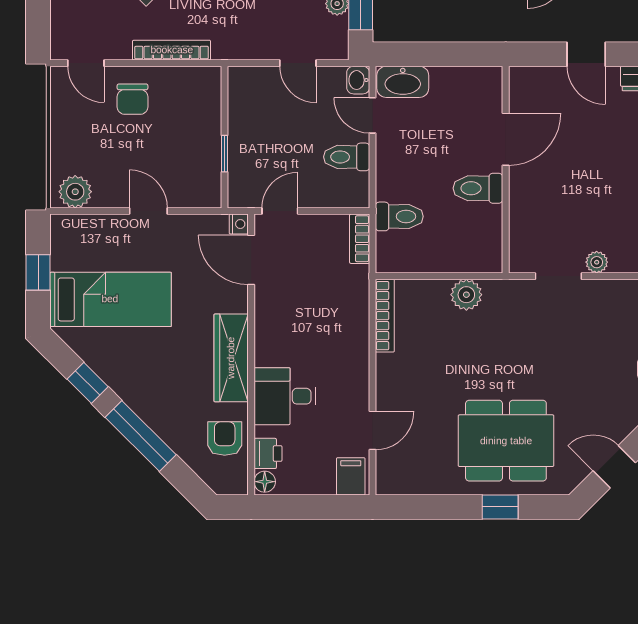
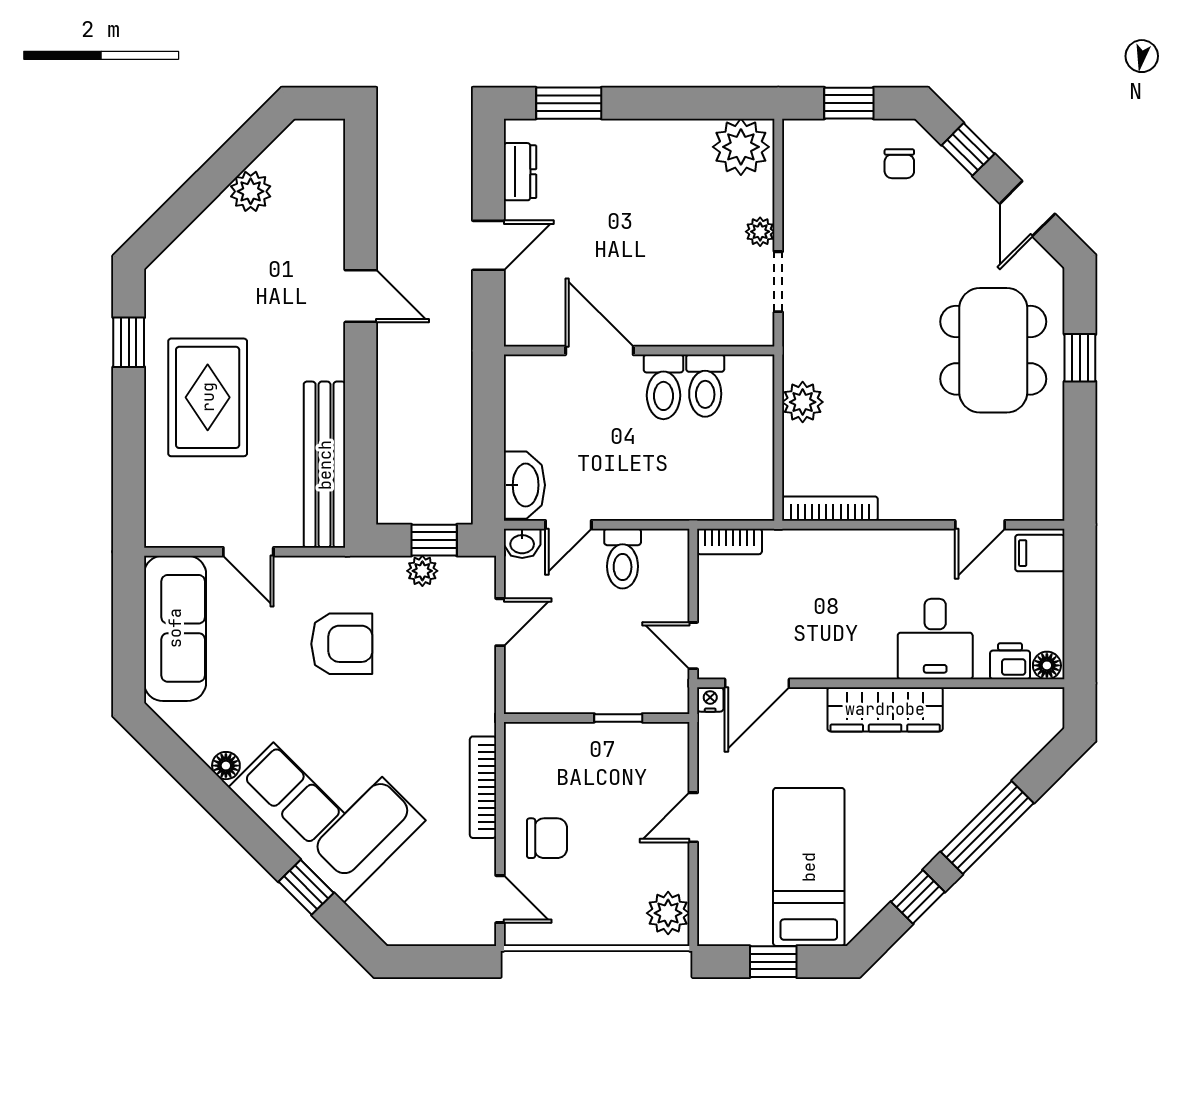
door: (86, 63) -> (500, 899), hinge flipped
toilet: (399, 216) -> (705, 386), moved, turned 180
door: (372, 430) -> (980, 525), swing flipped
armchair: (225, 439) -> (991, 718), removed

